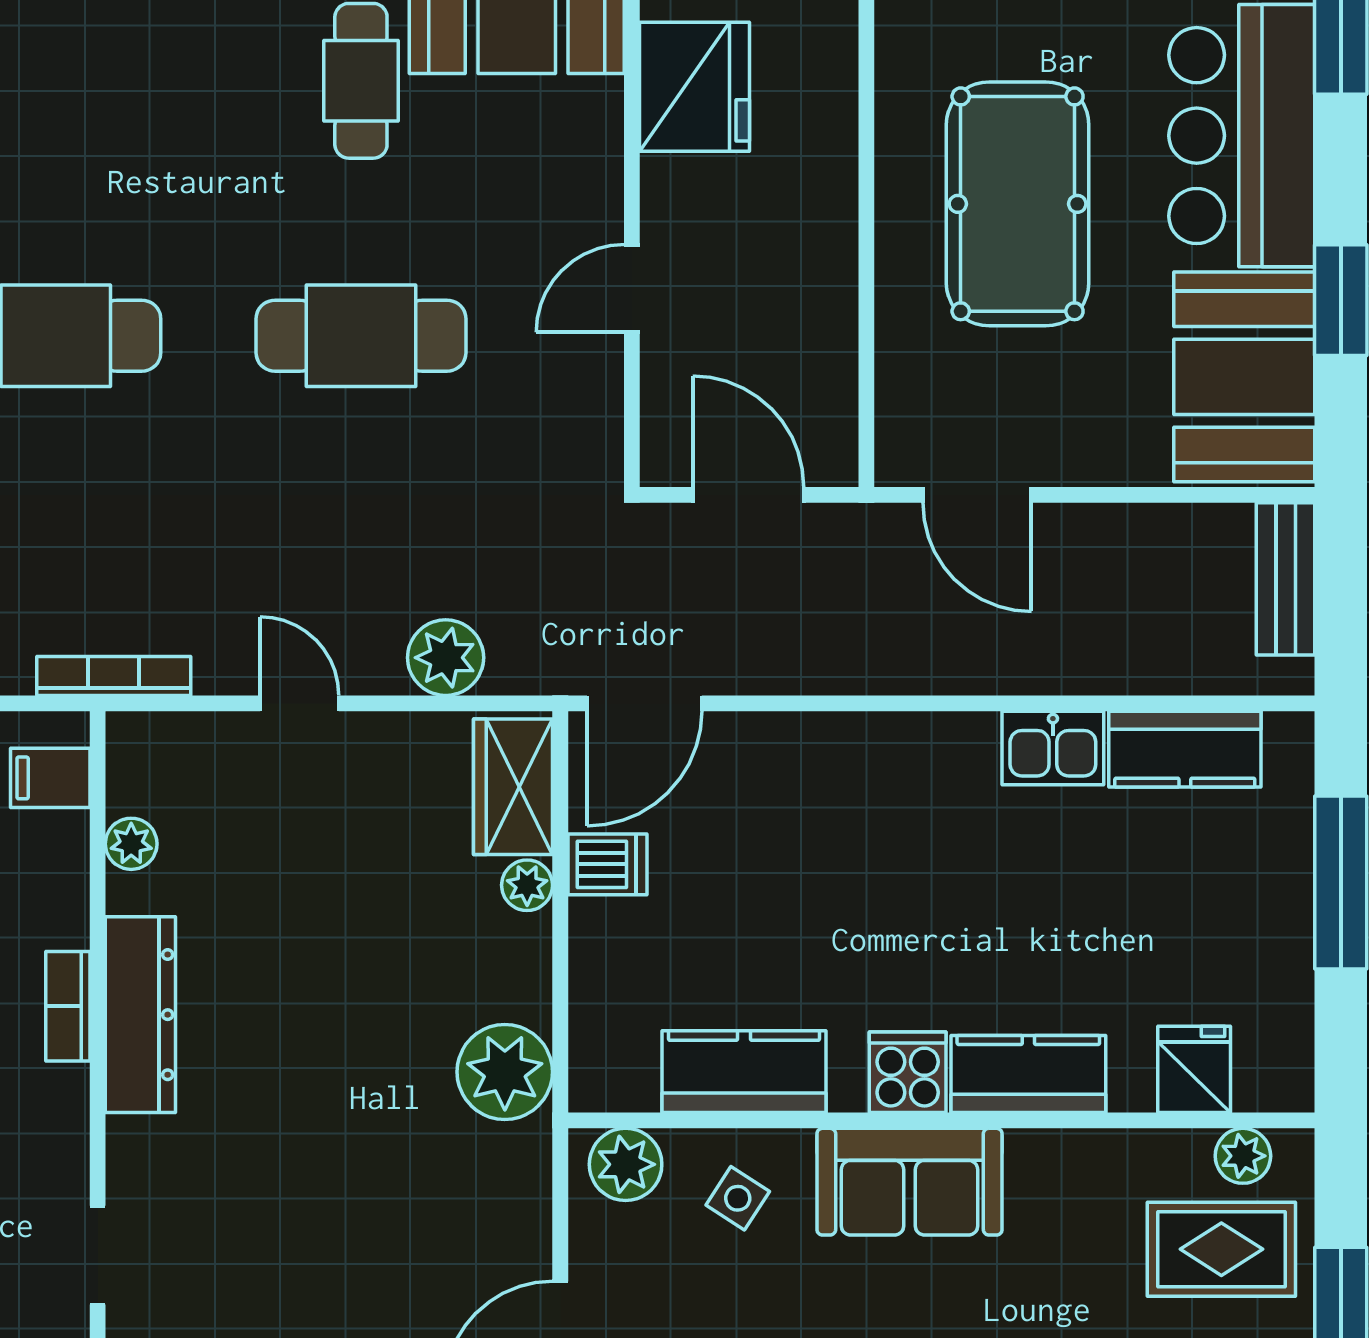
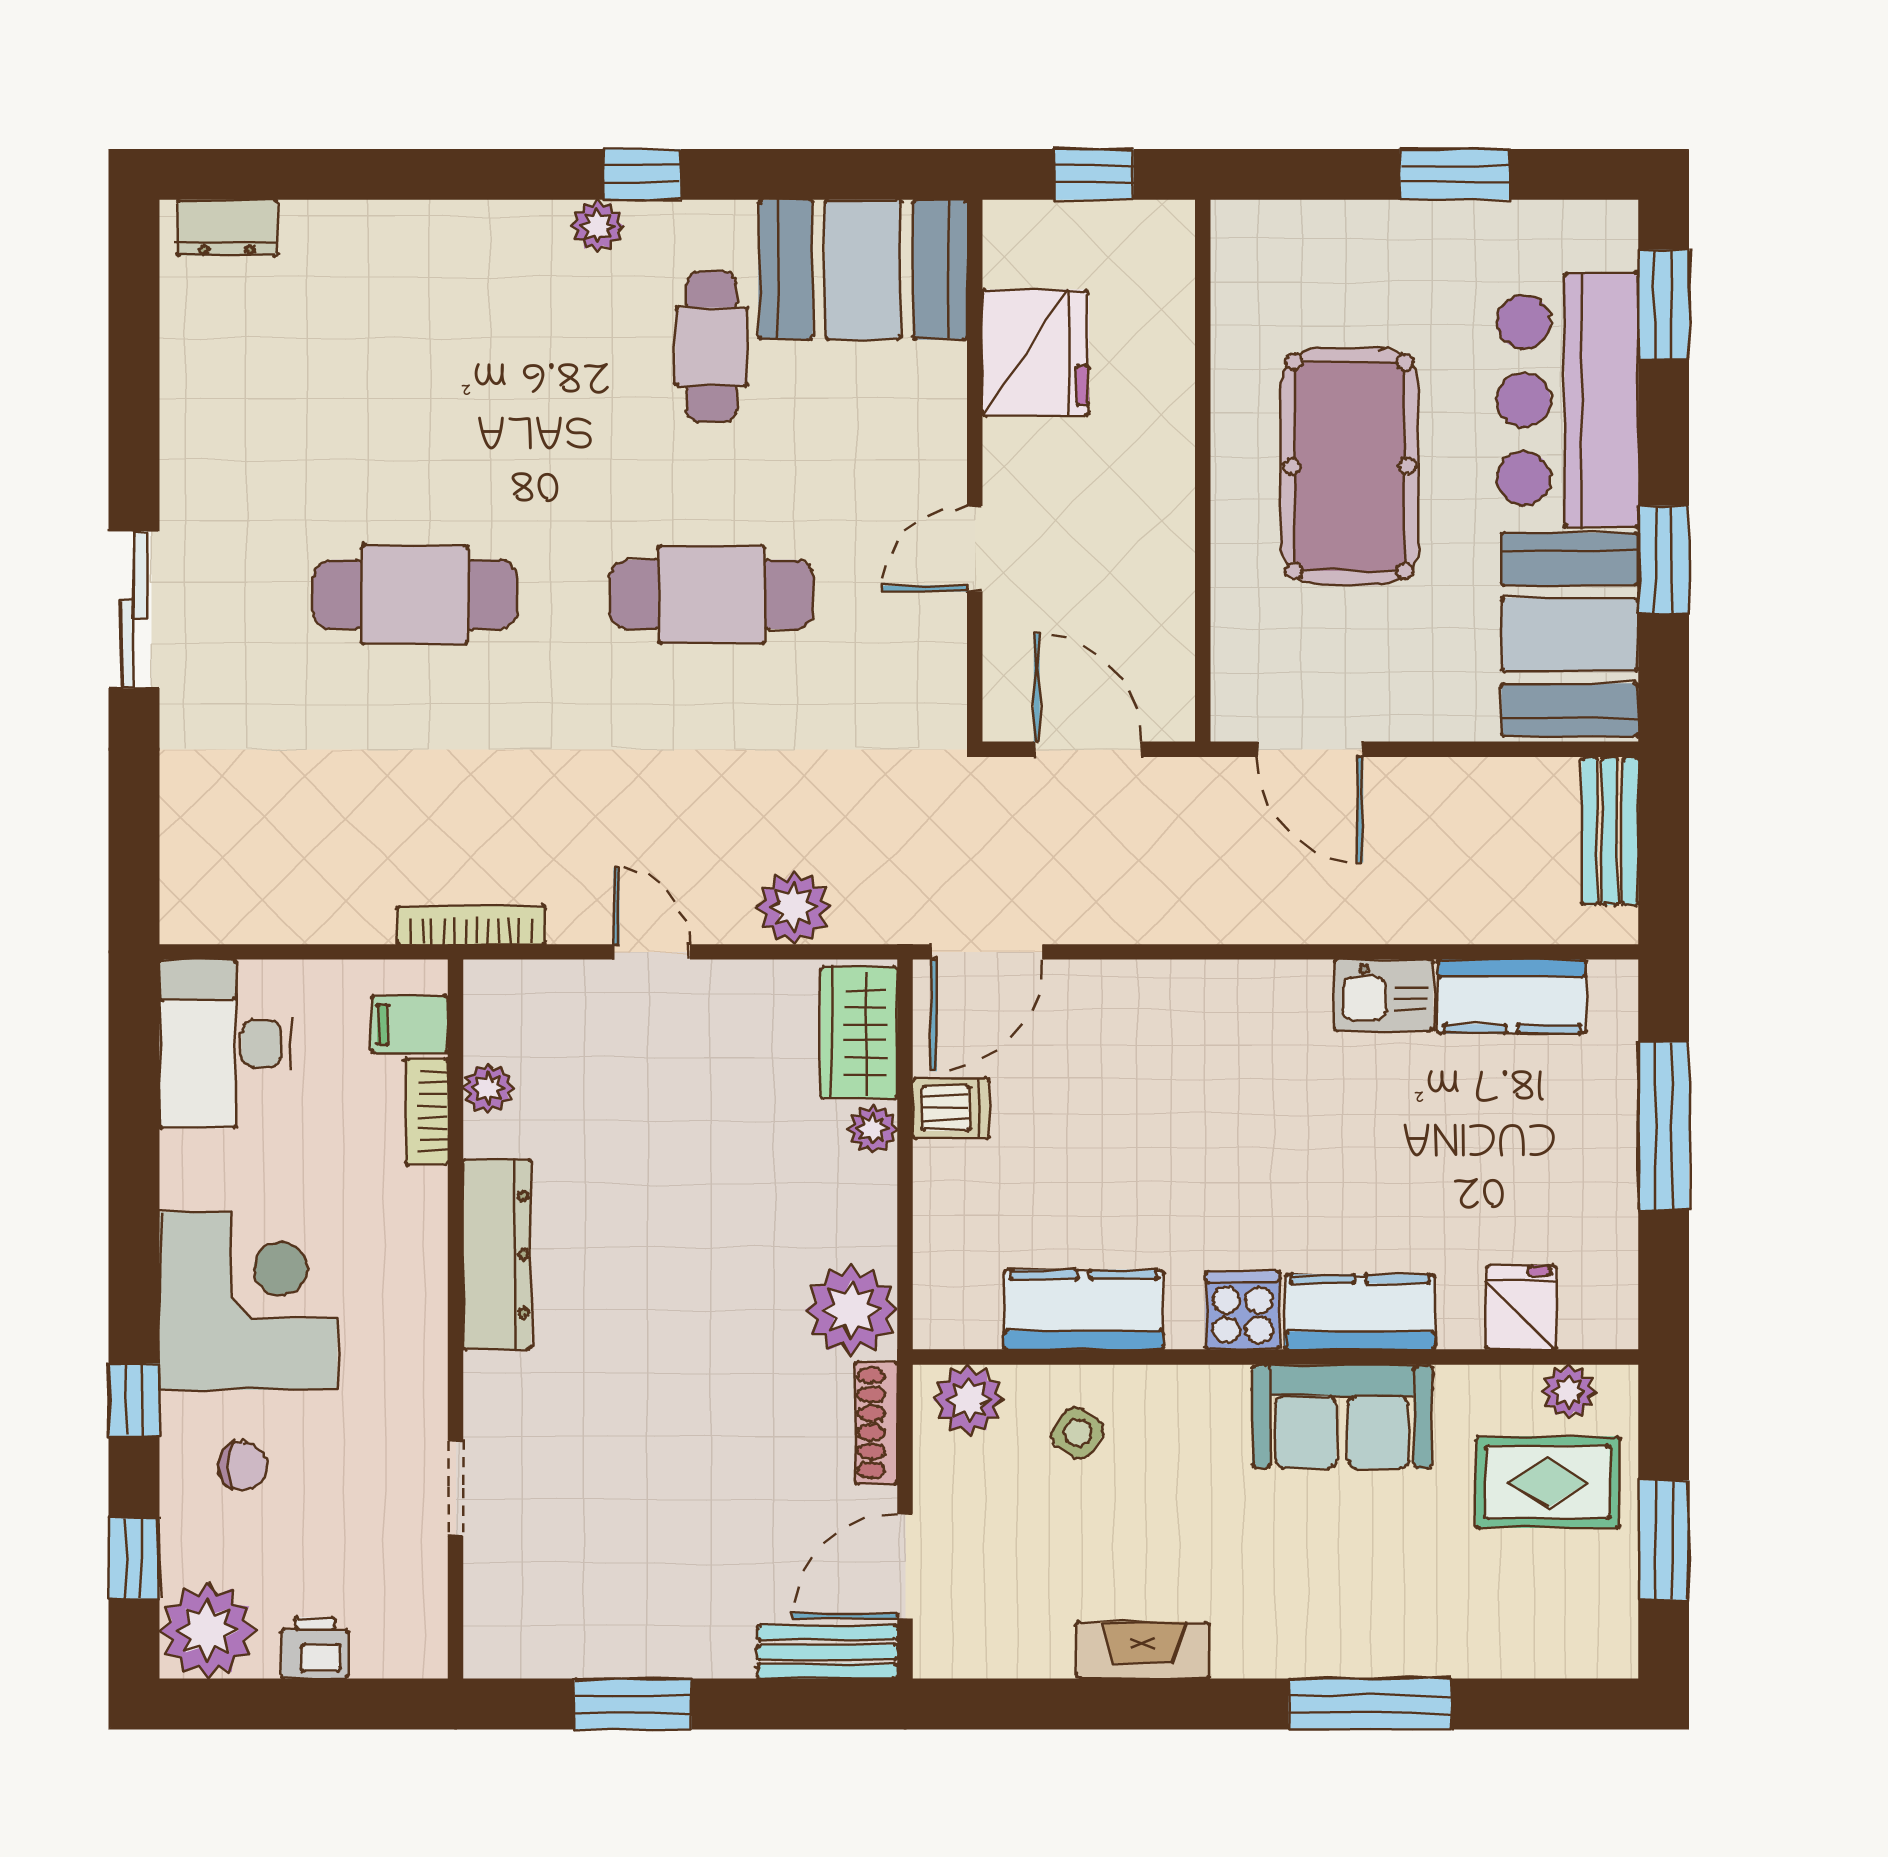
bookcase: (68, 1006) -> (427, 1111), moved
sofa: (909, 1182) -> (1342, 1417), moved
shoe rack: (531, 1188) -> (877, 1423), added

